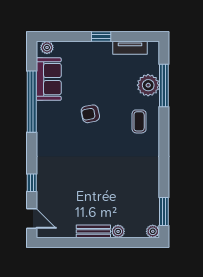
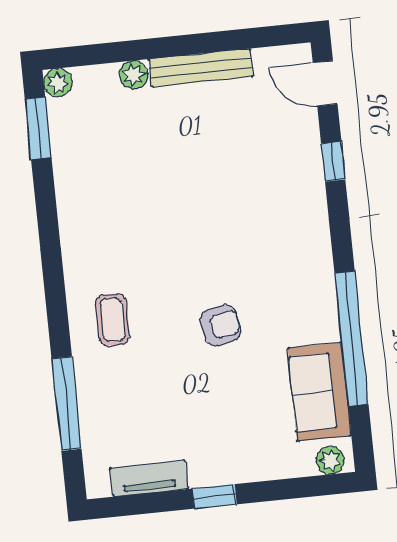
plant: (148, 85) -> (101, 401), removed
bench: (93, 231) -> (201, 68), width x1.36

